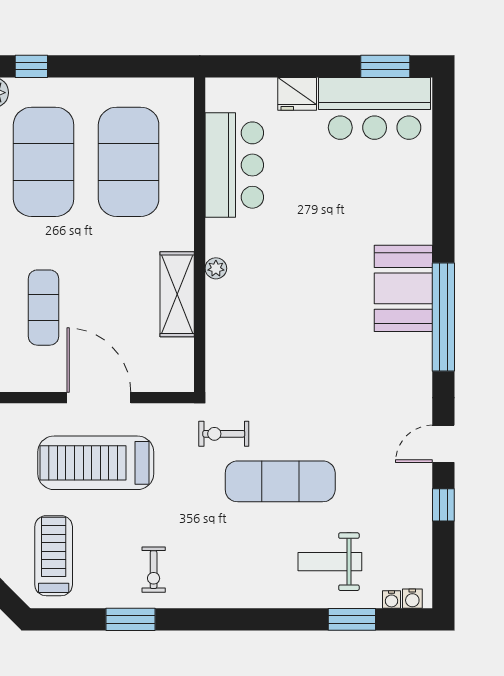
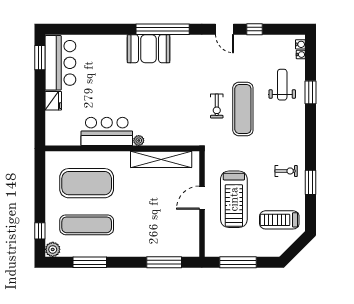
exercise mat: (44, 162) -> (87, 225), width x0.68
bar counter: (234, 165) -> (107, 131), moved
shelving: (177, 294) -> (161, 159), width x1.47
exercise mat: (44, 308) -> (158, 225), removed
door: (99, 398) -> (202, 198), width x0.73
exercise bike: (224, 434) -> (217, 106), moved
weight bench: (330, 562) -> (282, 85), turned 180
window: (352, 619) -> (310, 92), moved

